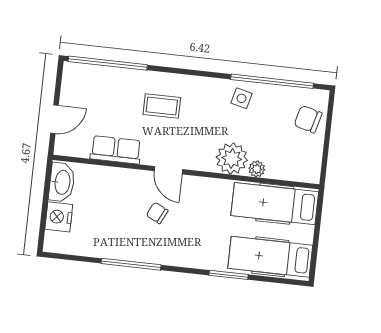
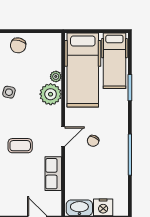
coffee table: (162, 106) -> (20, 146), turned 90
hospital bed: (275, 204) -> (83, 70), width x1.37, depth x1.29

